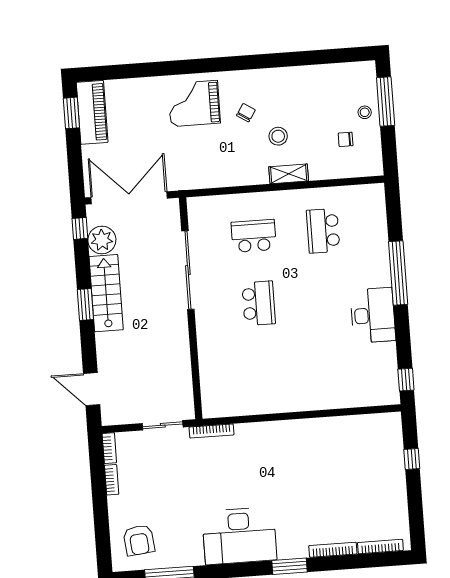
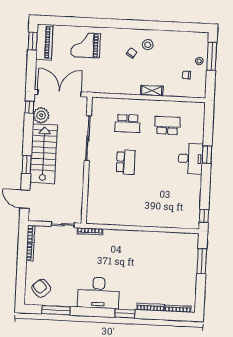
grand piano: (194, 104) -> (86, 45), moved
stool: (278, 136) -> (148, 45), moved
school desk: (323, 231) -> (167, 125), turned 90
school desk: (254, 236) -> (128, 123), turned 180
window: (398, 273) -> (207, 155), width x0.47
stairs: (106, 293) -> (44, 154), width x1.36, depth x1.51
window: (85, 304) -> (27, 165), moved
desk: (373, 315) -> (191, 159), moved
window: (412, 459) -> (202, 261), width x2.17
armchair: (139, 540) -> (41, 288), turned 144

